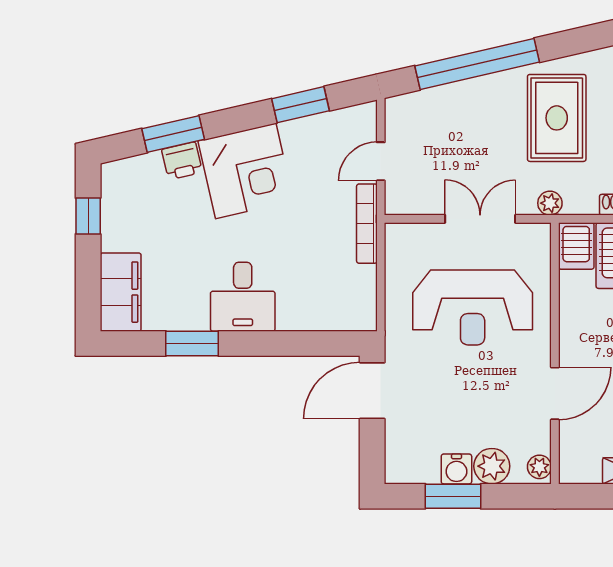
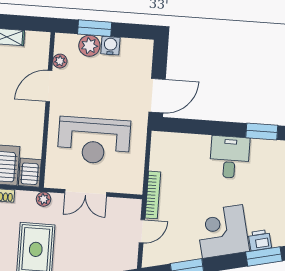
reception desk: (473, 307) -> (94, 141), turned 180
plant: (539, 467) -> (60, 61), moved
window: (453, 496) -> (95, 28), moved

